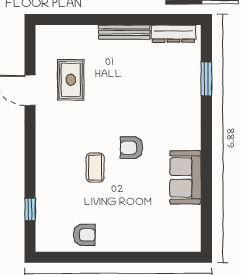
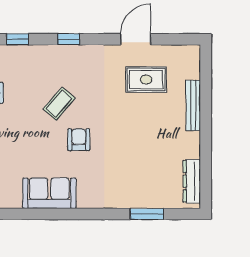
bench: (124, 32) -> (193, 105), moved
window: (30, 158) -> (69, 39), added
coffee table: (95, 167) -> (59, 104), turned -49

